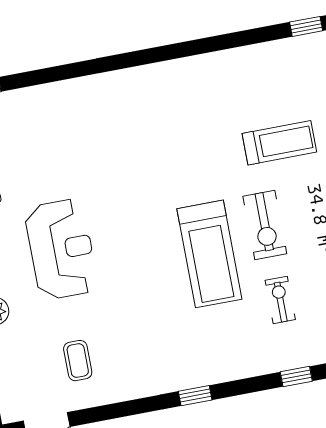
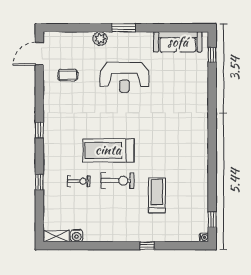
treadmill: (279, 143) -> (157, 196), turned 180
exercise bike: (265, 225) -> (117, 181), turned 180

